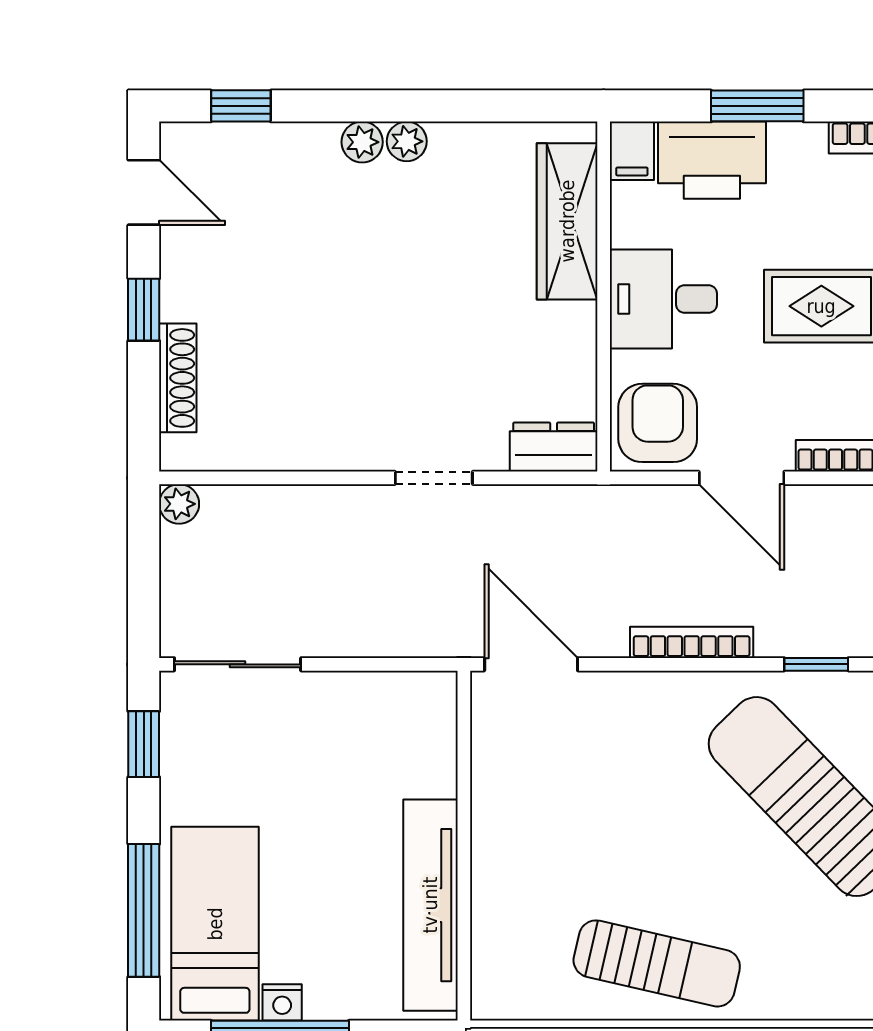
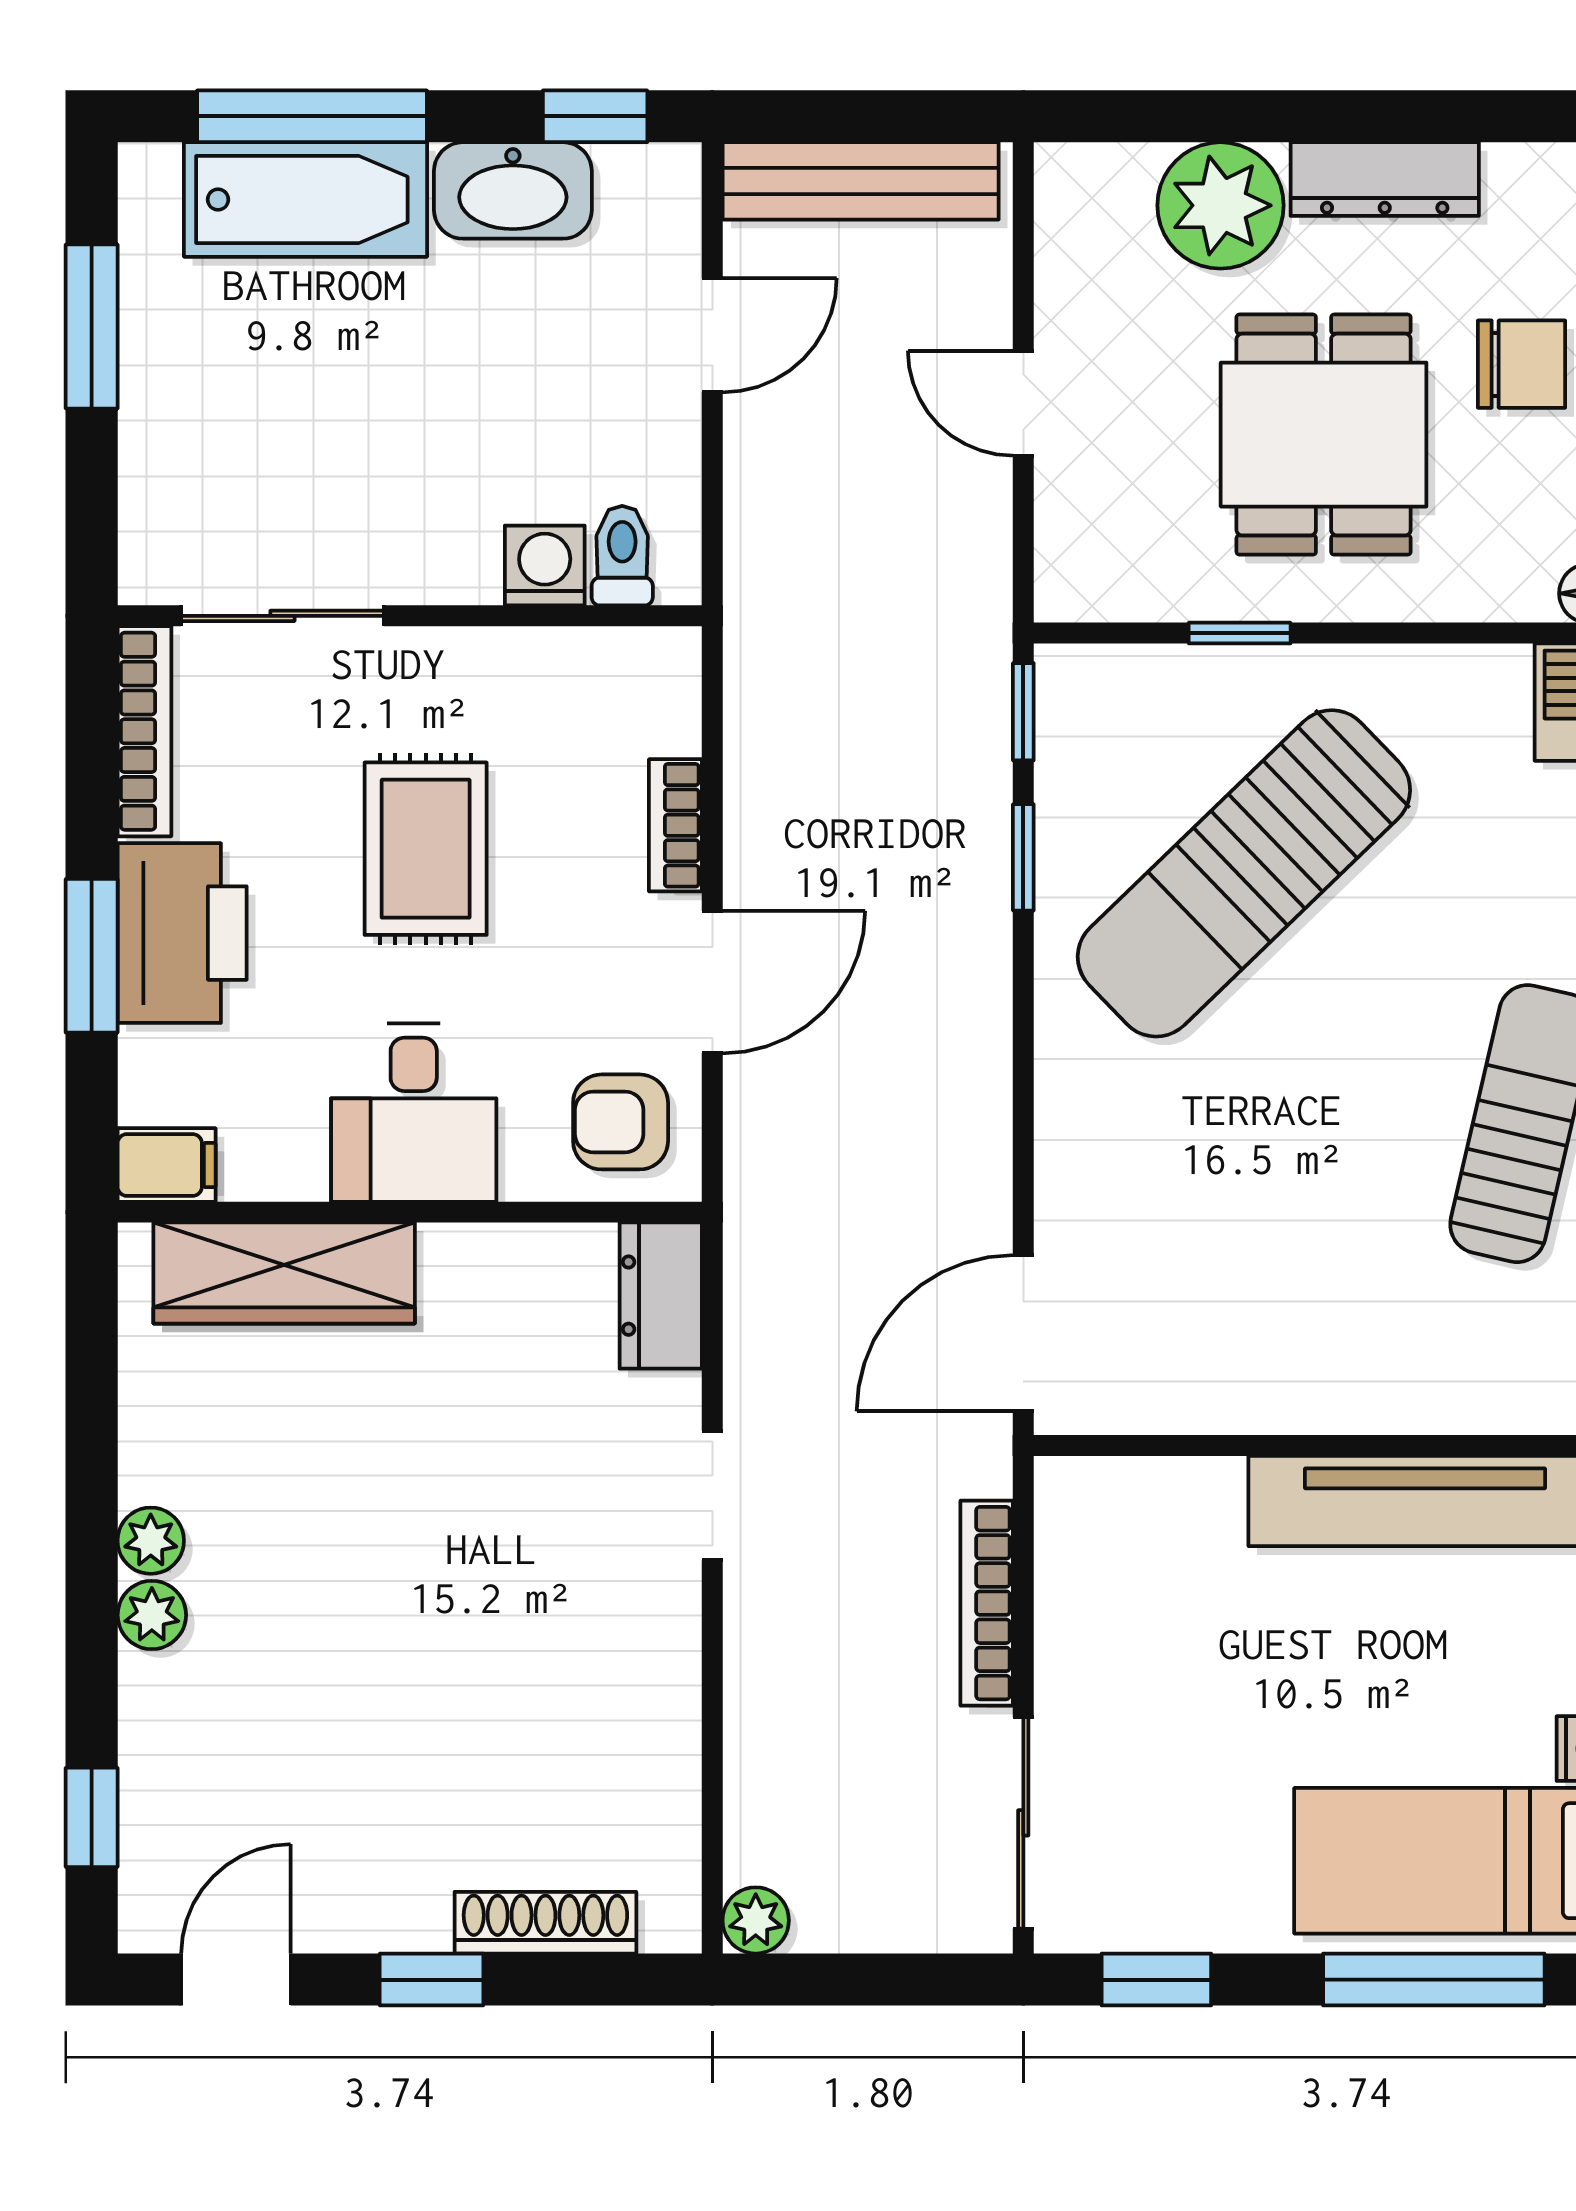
printer: (712, 160) -> (182, 933), moved
armchair: (658, 423) -> (621, 1122), width x0.72, depth x0.72
bookcase: (692, 642) -> (987, 1603), moved

